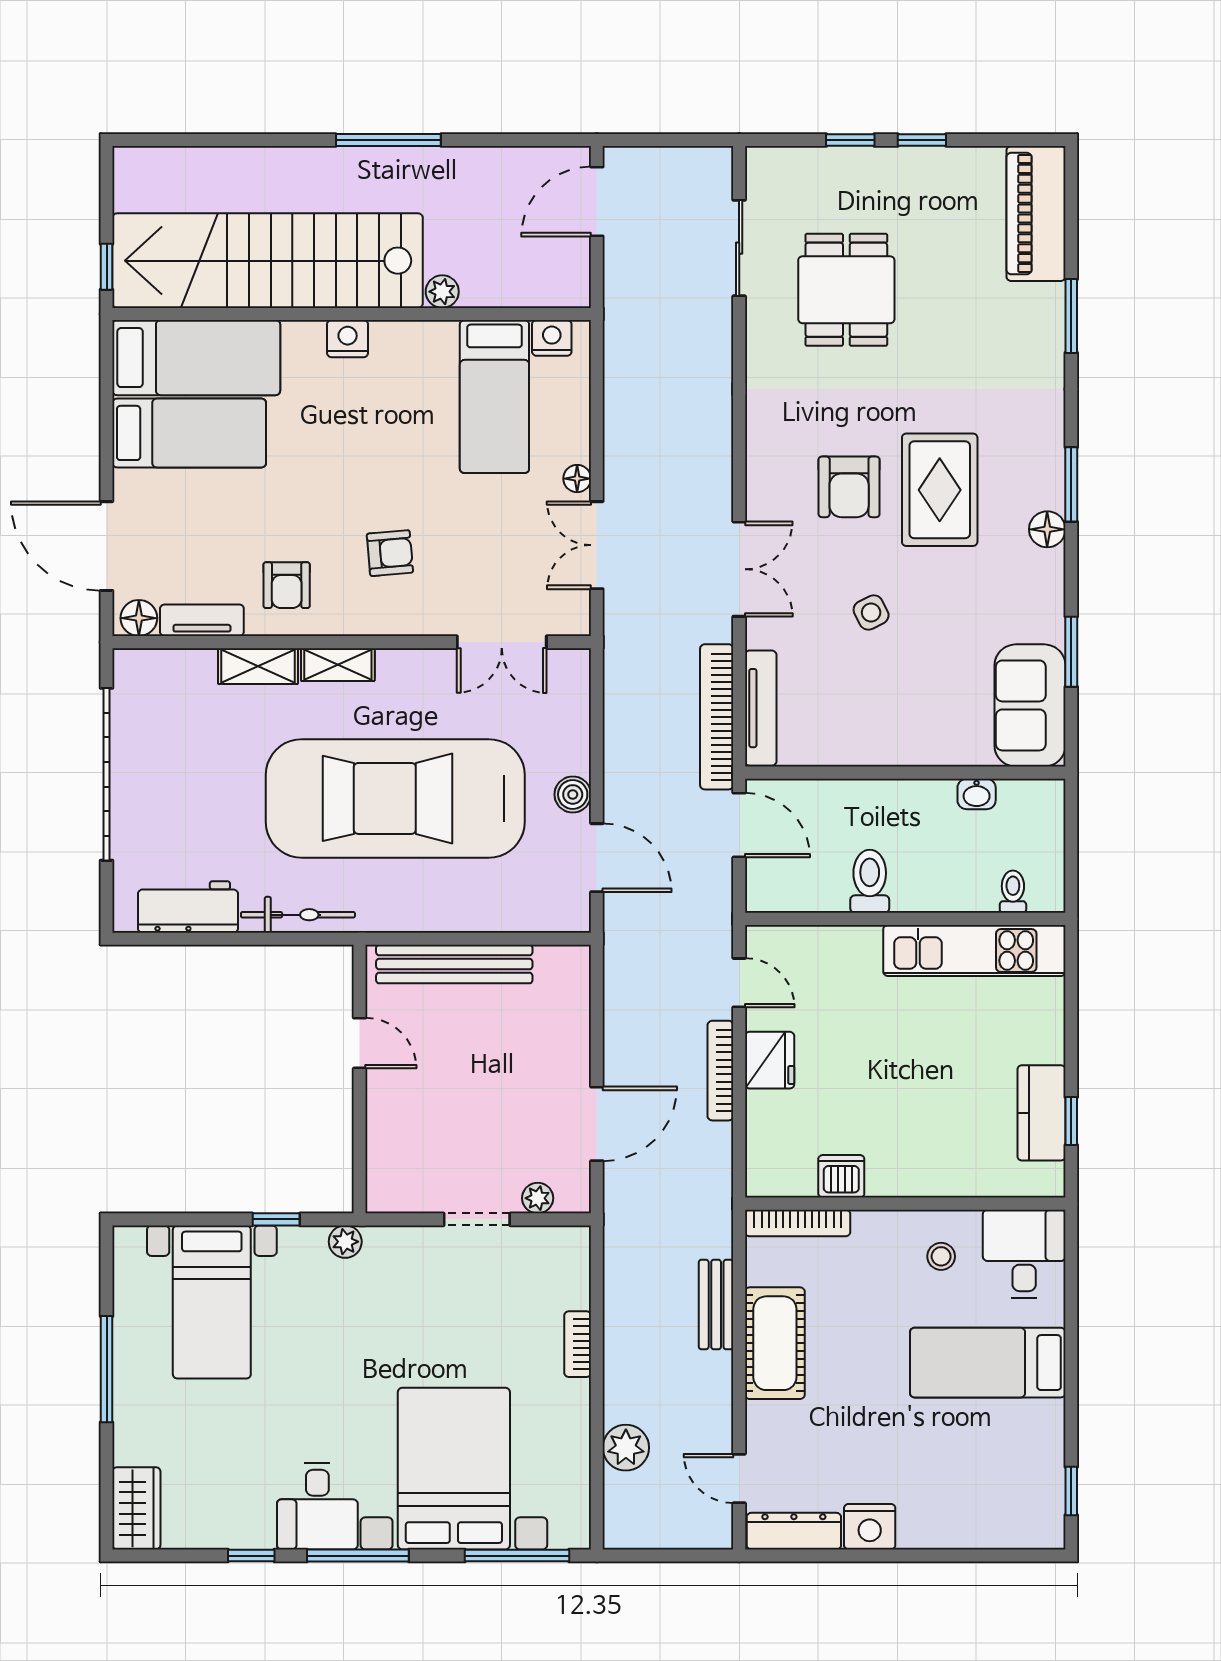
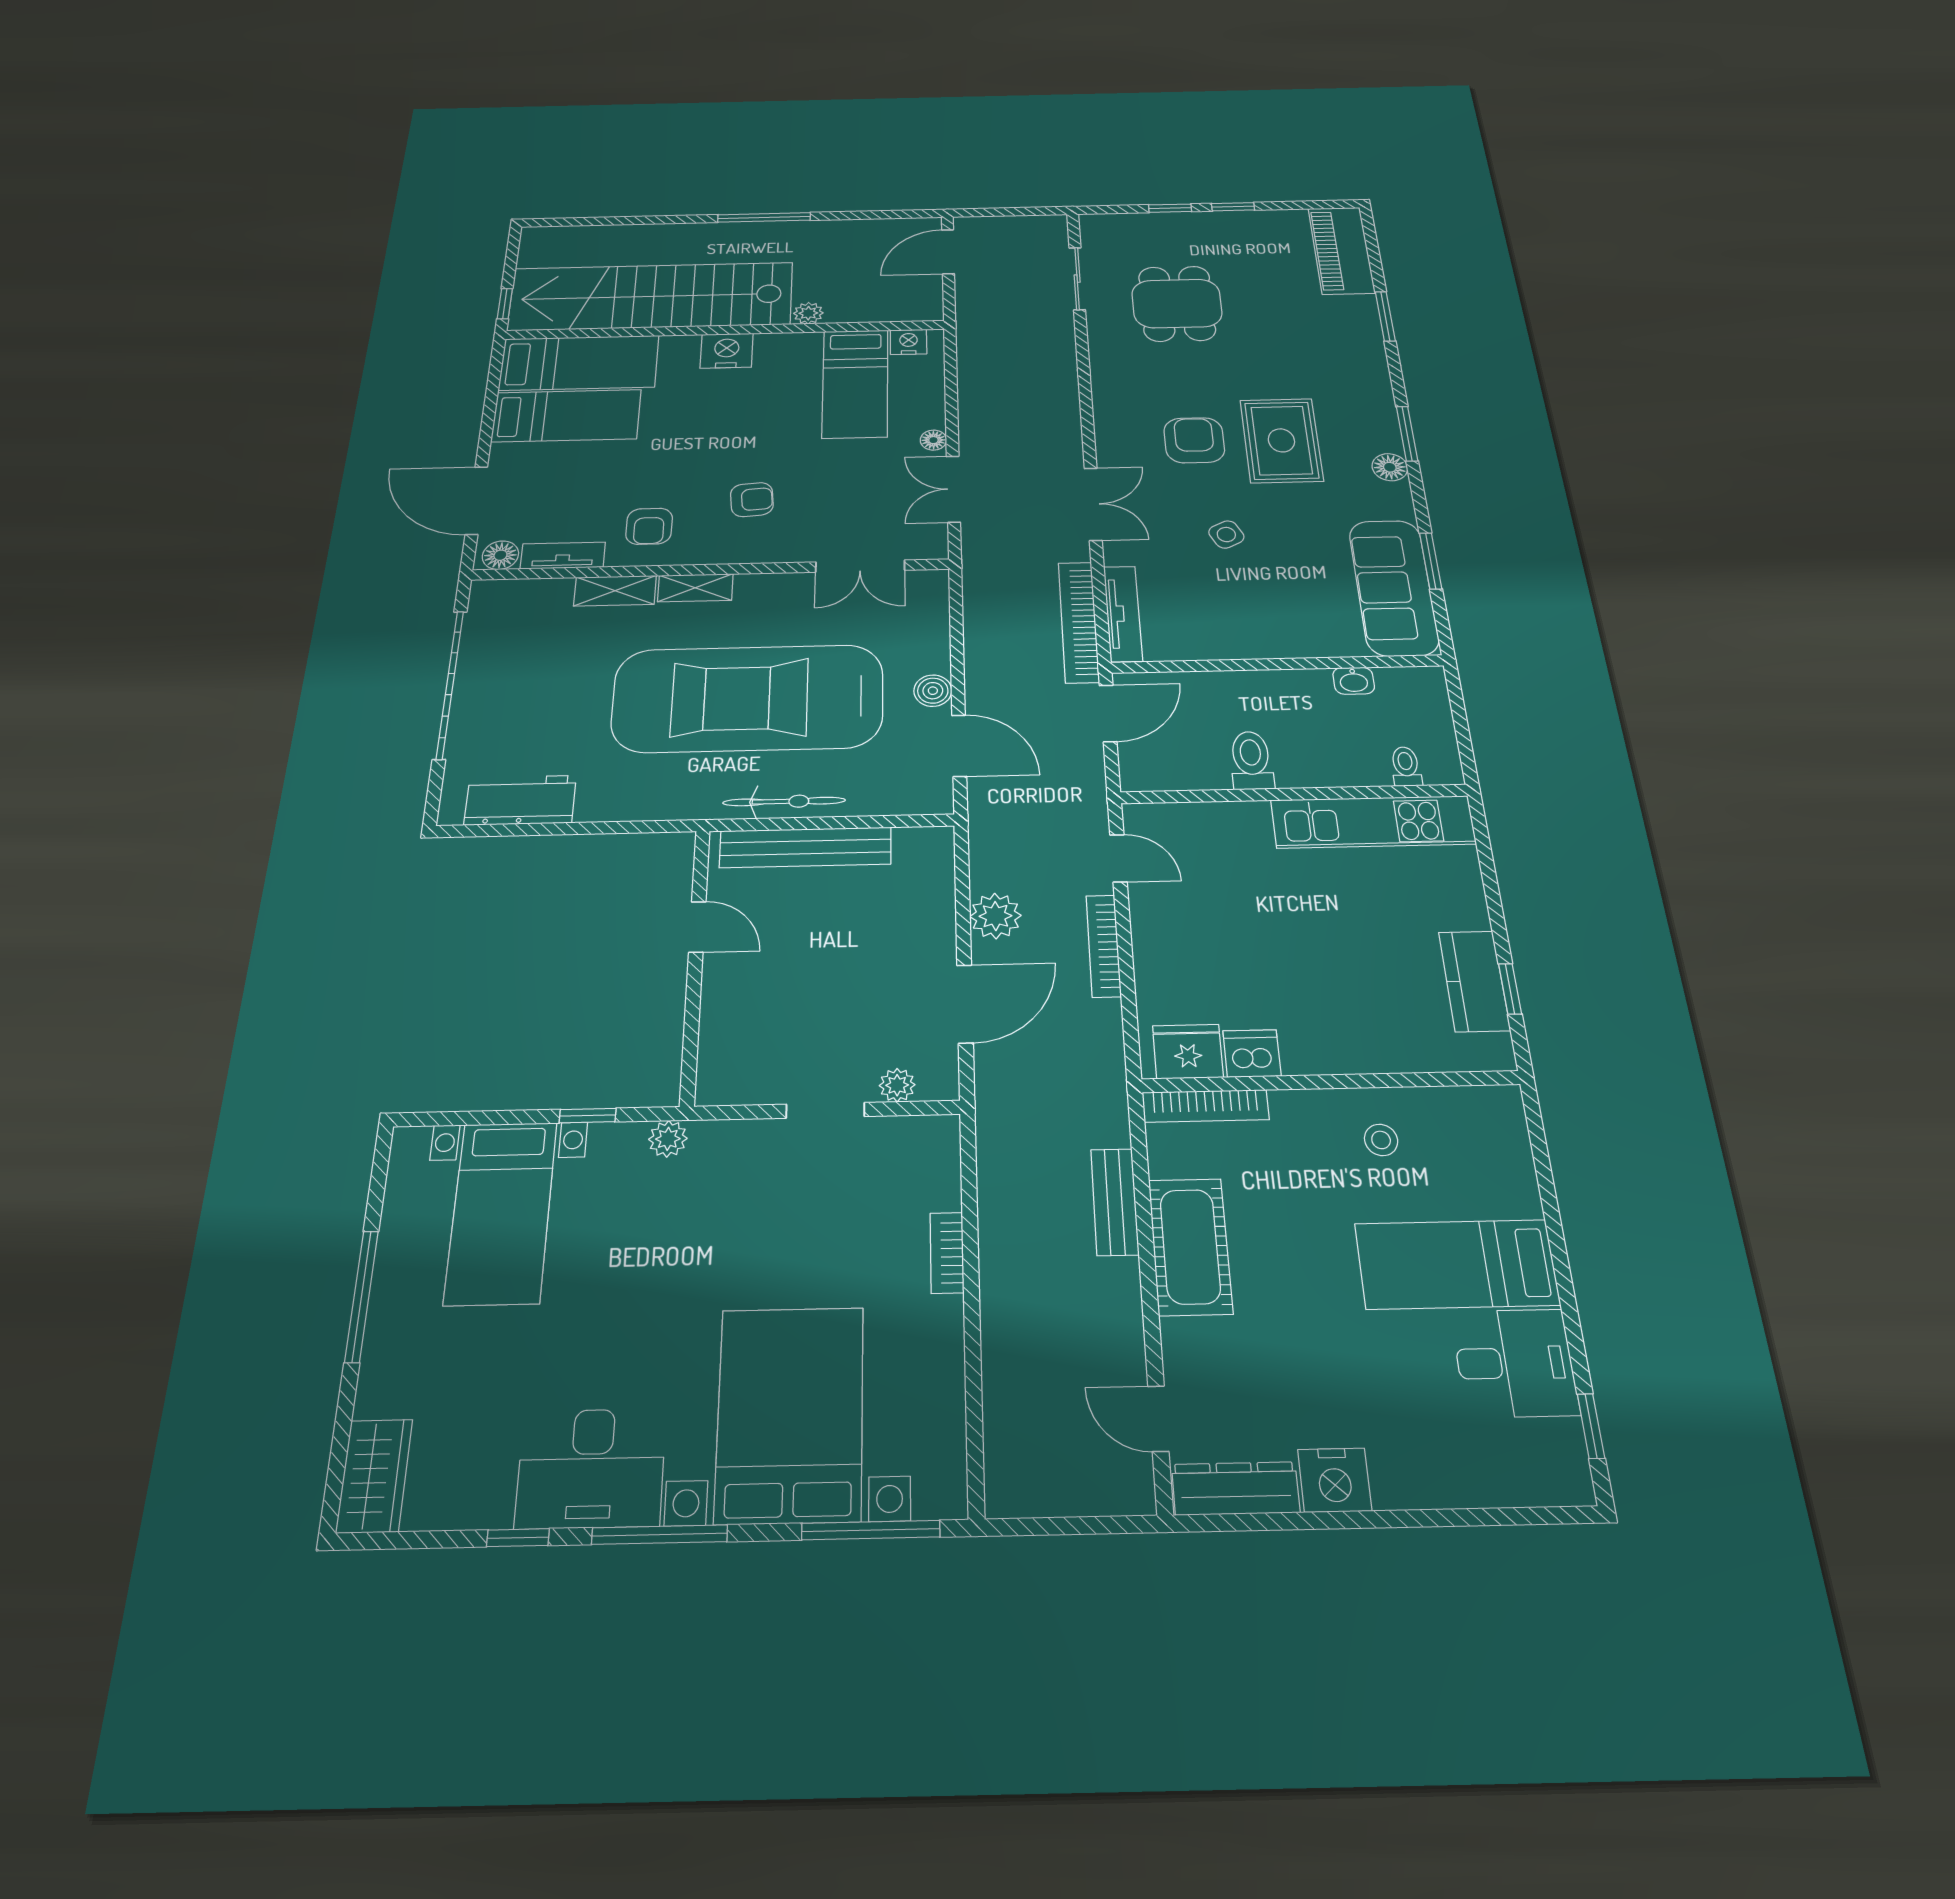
nightstand: (348, 339) -> (727, 351), width x1.36, depth x1.33
armchair: (849, 487) -> (1194, 440), turned 180
sofa: (1030, 705) -> (1394, 587), width x1.36
door: (739, 825) -> (1108, 713), hinge flipped
bicycle: (298, 915) -> (784, 802), moved
fridge: (770, 1060) -> (1188, 1051), moved, turned -90
desk: (1024, 1254) -> (1515, 1363), moved, turned 90
plant: (626, 1448) -> (995, 916), moved
desk: (317, 1506) -> (591, 1468), width x1.37

